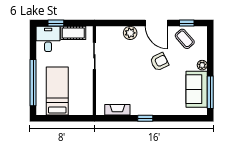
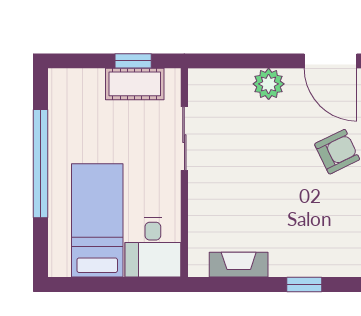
window: (56, 23) -> (133, 61), moved
desk: (48, 39) -> (153, 247), moved, turned 180
window: (33, 83) -> (41, 164), moved

